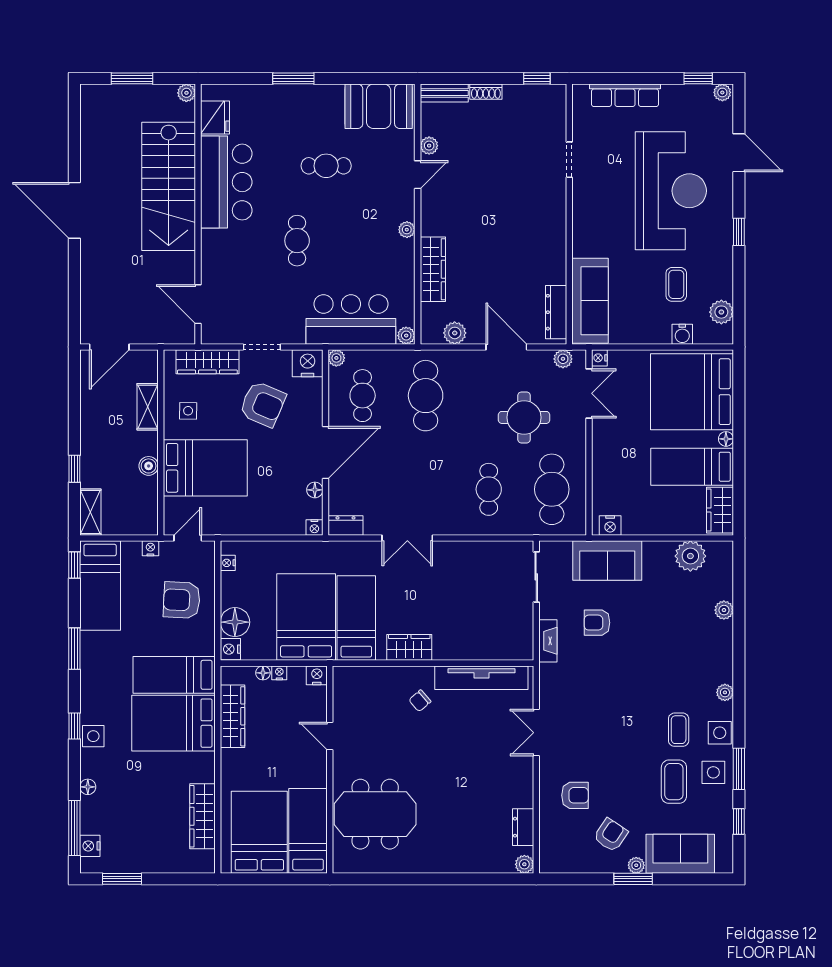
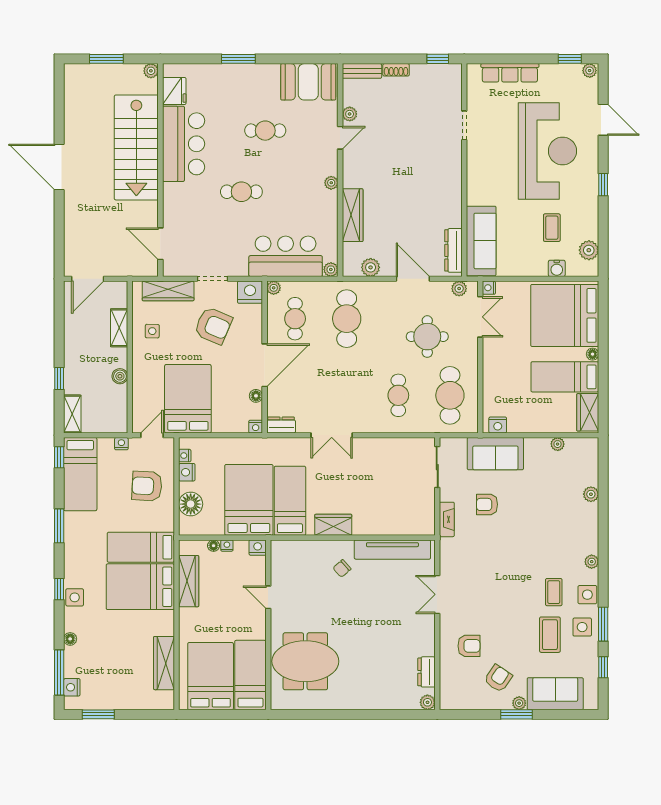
cafe table: (297, 241) -> (241, 192), turned 90
bed: (205, 468) -> (188, 399), moved, turned -90
plant: (690, 556) -> (558, 444), width x0.53, depth x0.53
nightstand: (230, 649) -> (187, 472), moved

